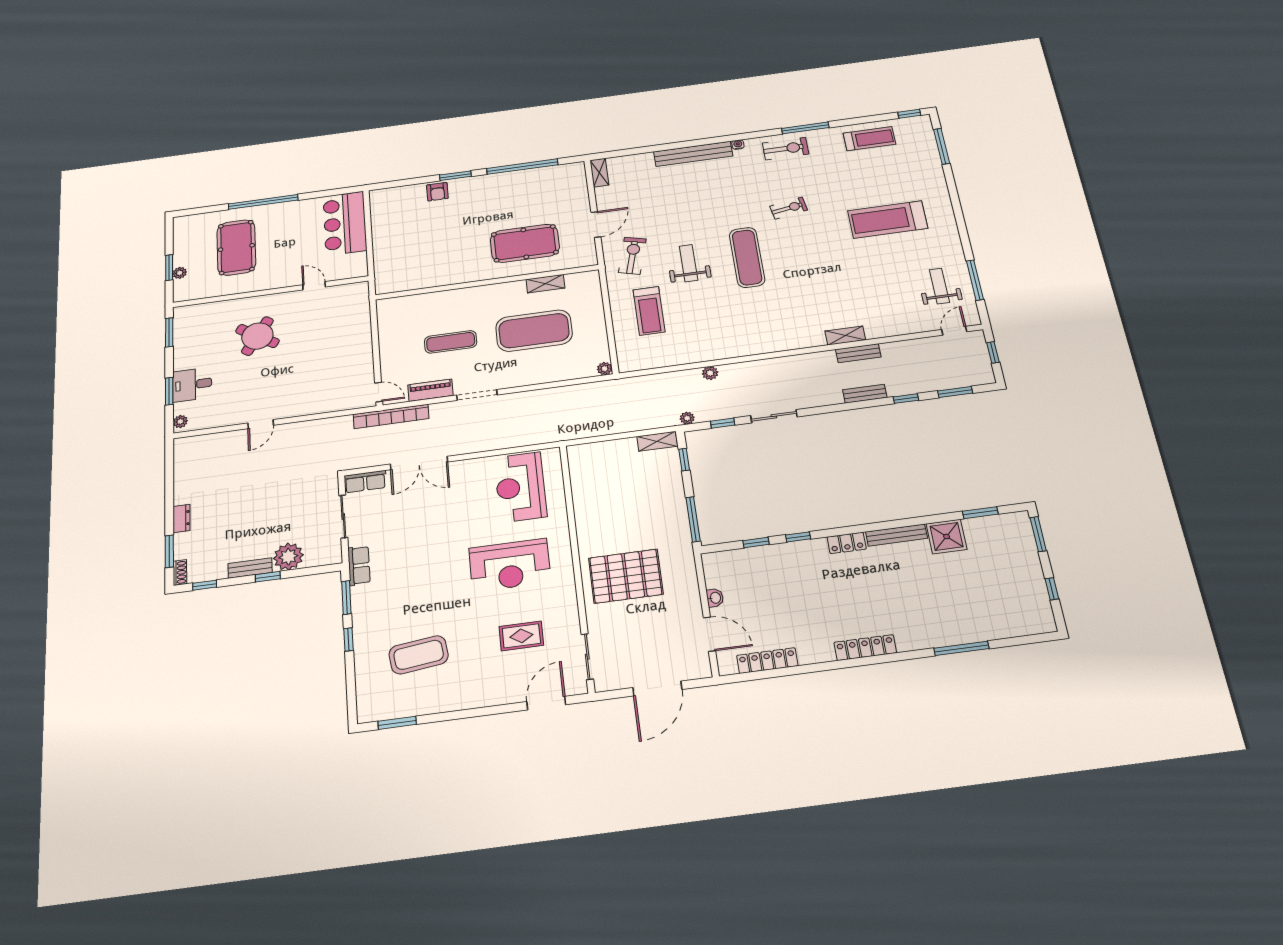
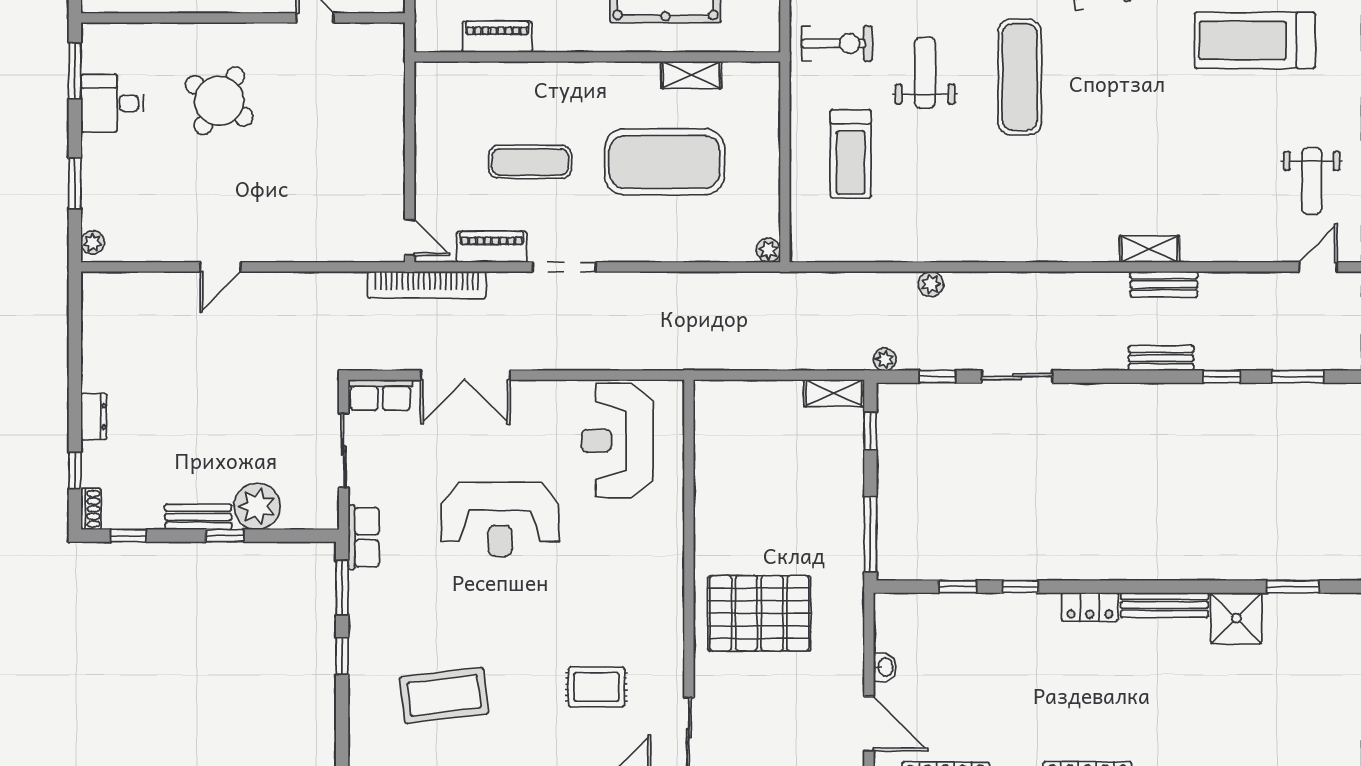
exercise bike: (632, 256) -> (837, 44), turned 75
piano: (425, 280) -> (497, 37), added
weight bench: (939, 286) -> (1312, 181), turned 180
desk: (192, 385) -> (112, 103), moved
window: (169, 551) -> (75, 470), width x0.67
reception desk: (510, 565) -> (500, 519), moved

